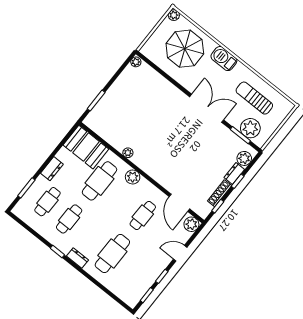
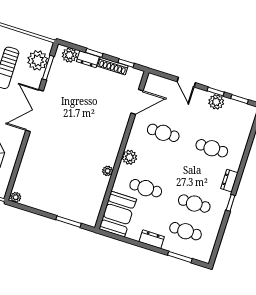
cafe table: (99, 181) -> (146, 188), width x0.73, depth x0.74
plant: (191, 224) -> (216, 102), moved
cafe table: (112, 254) -> (212, 148), width x0.73, depth x0.74

